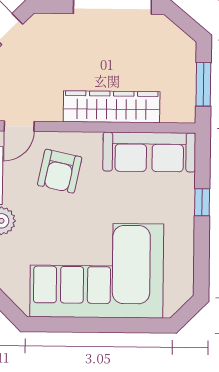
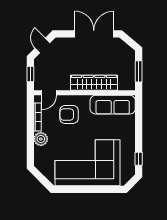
armchair: (60, 171) -> (69, 114), turned 78
window: (202, 202) -> (139, 159), moved

